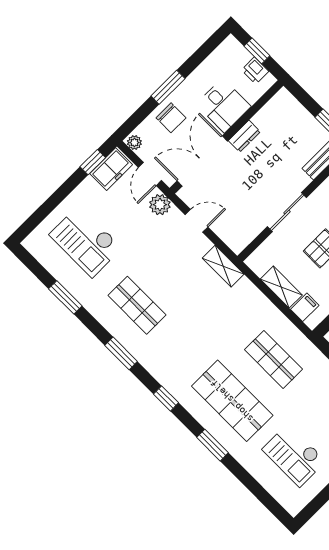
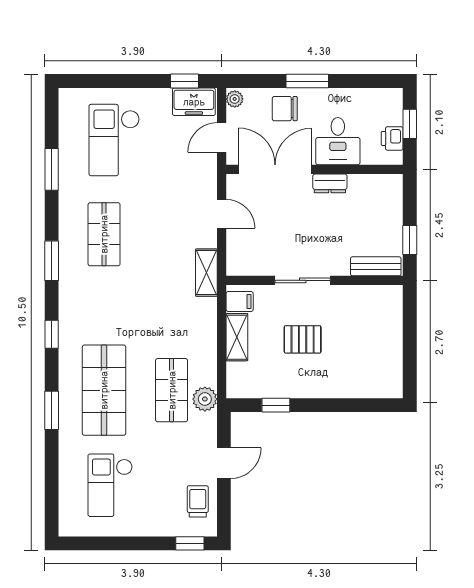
chair: (171, 118) -> (285, 109), turned 90
plant: (160, 205) -> (205, 399), moved
filing cabinet: (305, 307) -> (240, 301), moved

